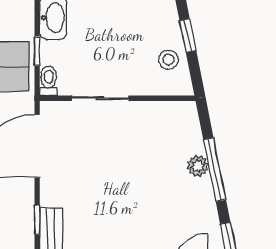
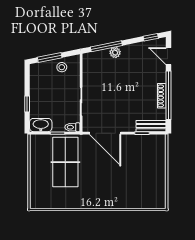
window: (188, 36) -> (50, 57), width x1.50
window: (215, 170) -> (106, 46), moved

